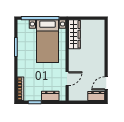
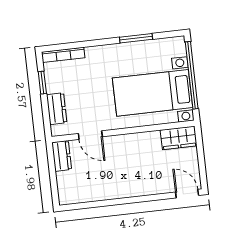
wardrobe: (74, 34) -> (179, 138), width x0.67
door: (106, 83) -> (187, 194), moved
dresser: (96, 96) -> (62, 156), moved

